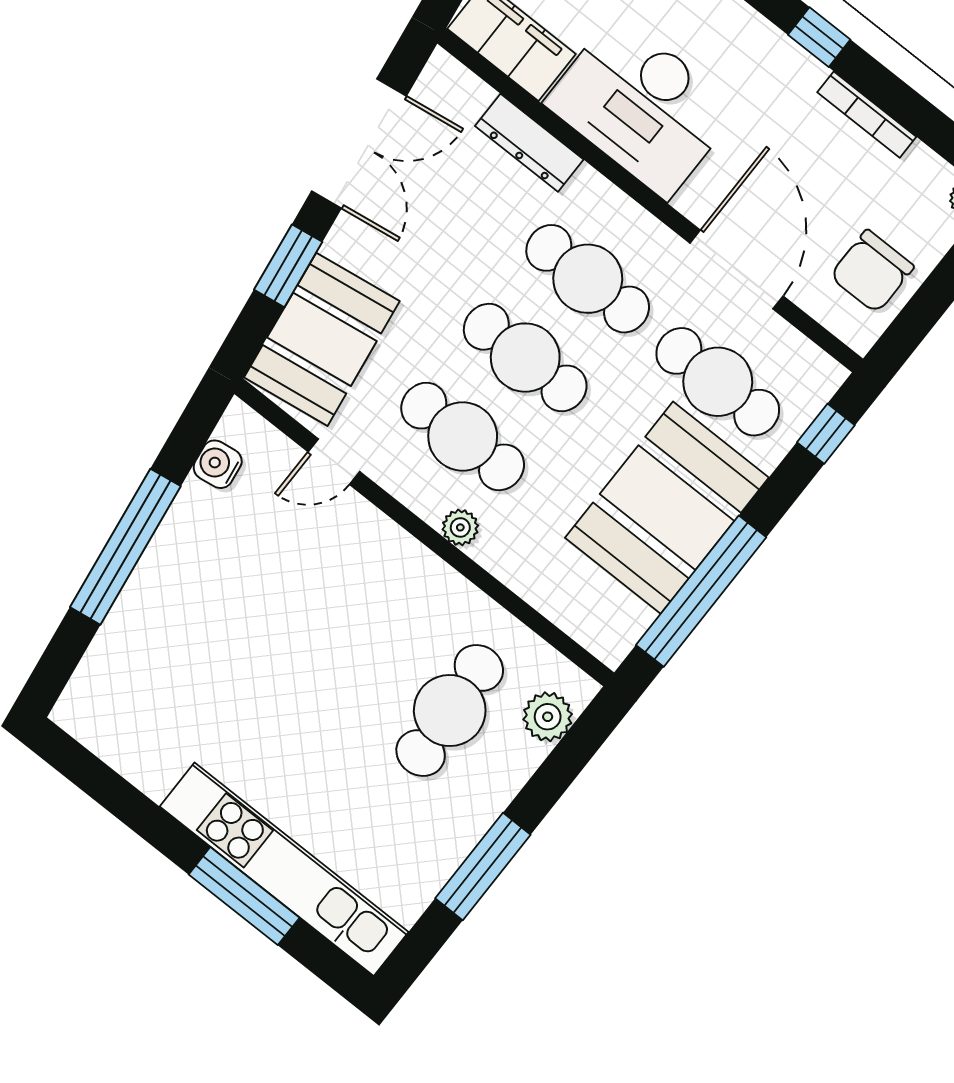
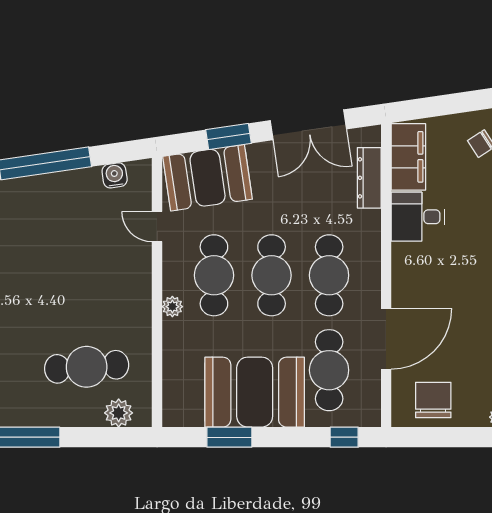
desk: (642, 106) -> (418, 217), width x0.53, depth x0.77
dresser: (529, 143) -> (369, 178), moved
chair: (872, 271) -> (433, 400), turned 90
window: (701, 591) -> (229, 437), width x0.47

